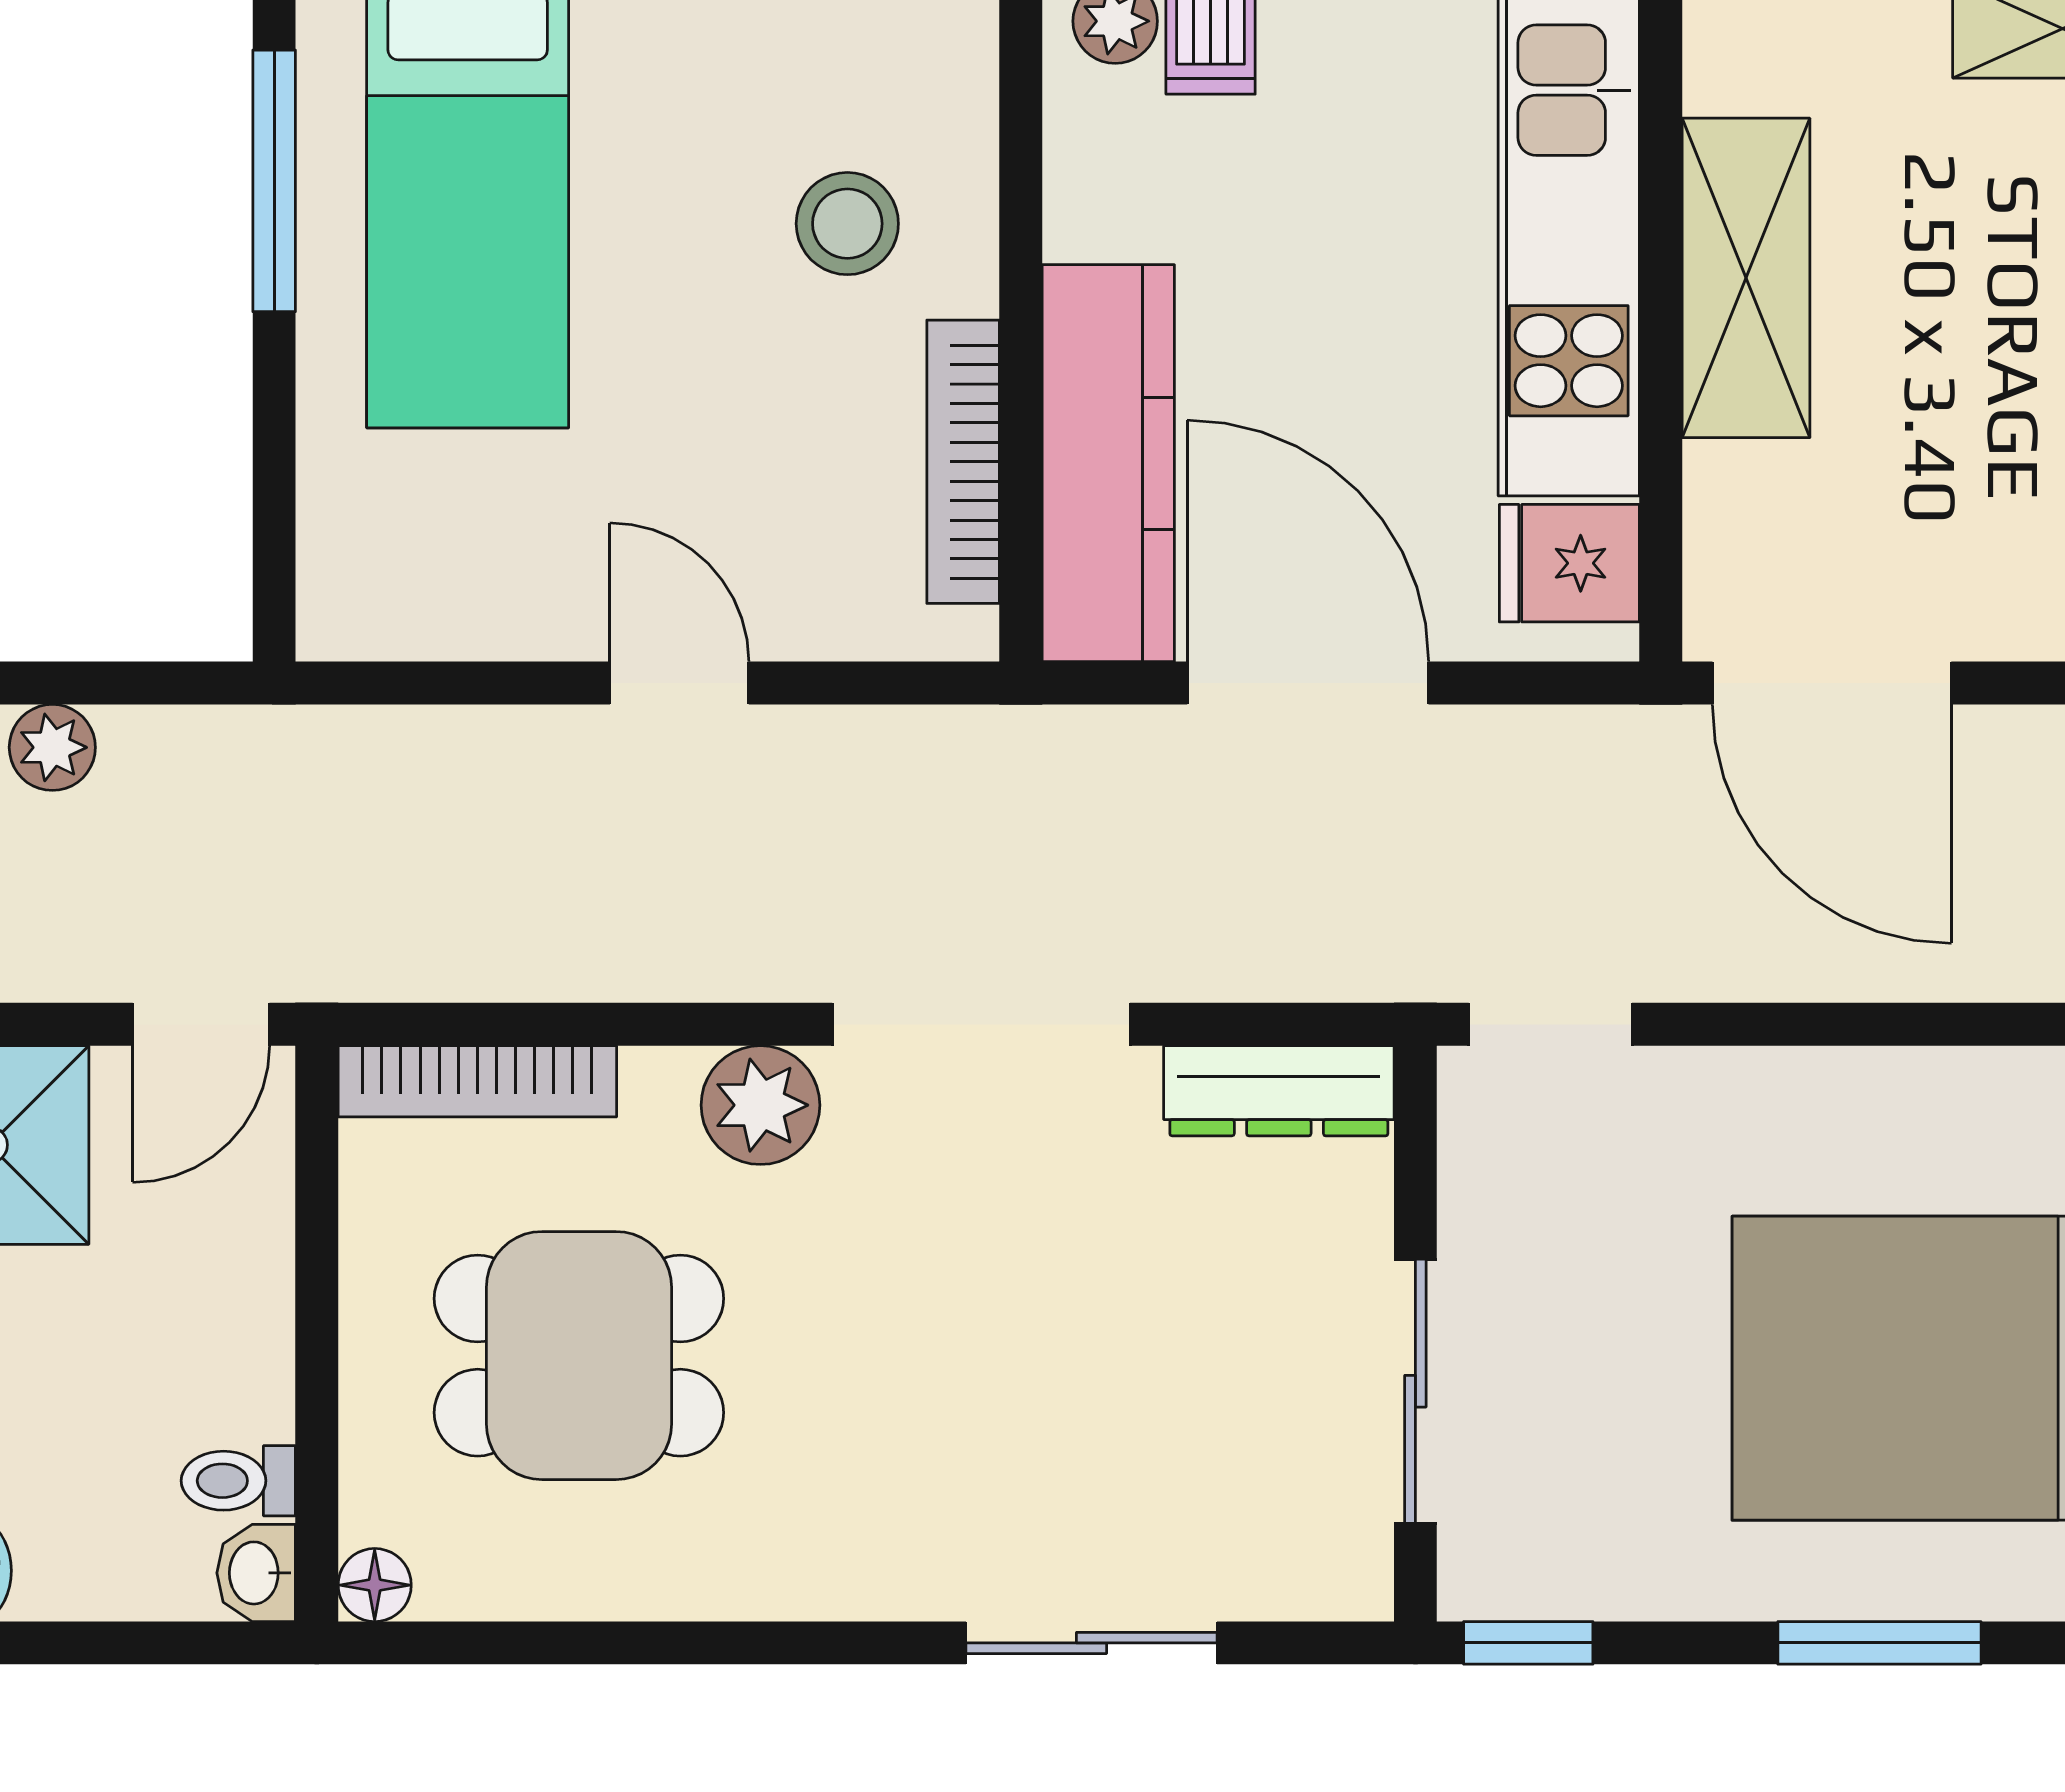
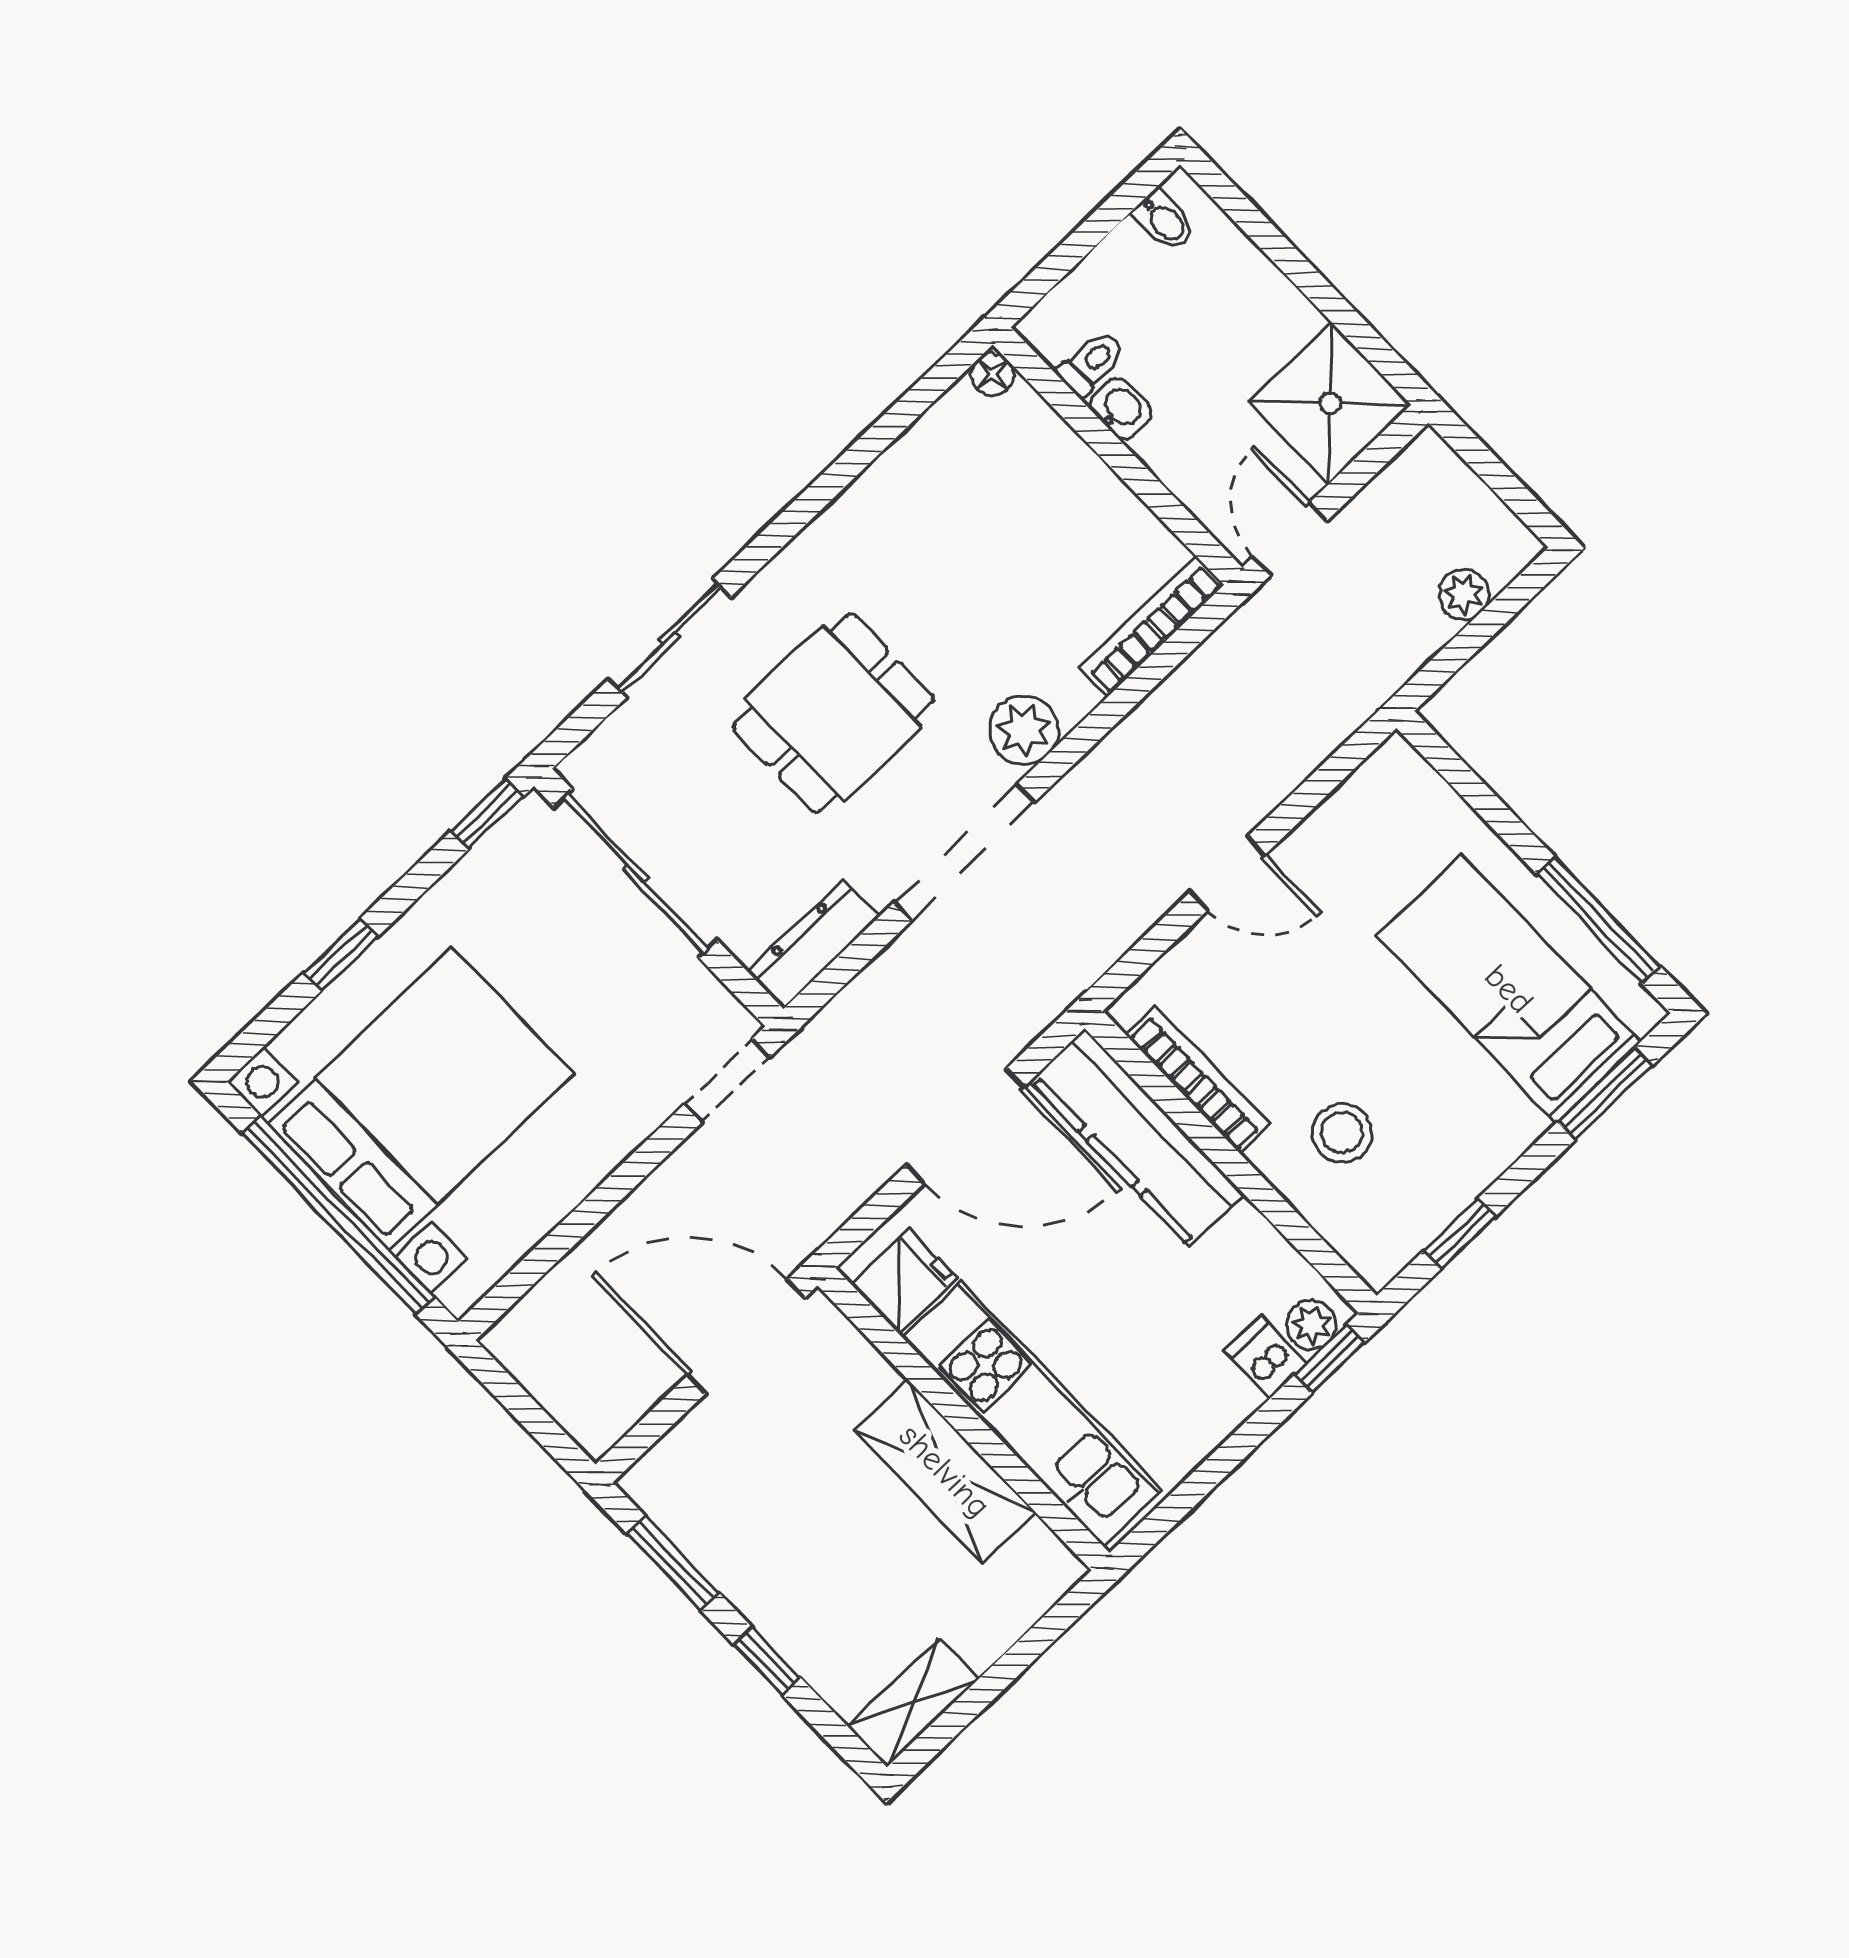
dining table: (579, 1356) -> (833, 713), moved
sliding door: (1415, 1391) -> (636, 873), width x1.37
washbasin: (256, 1573) -> (1121, 409), moved
window: (1879, 1643) -> (341, 955), width x0.67

